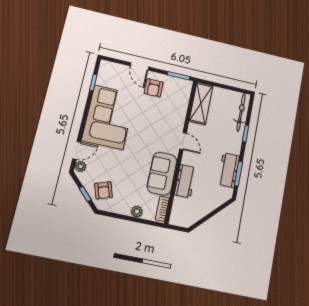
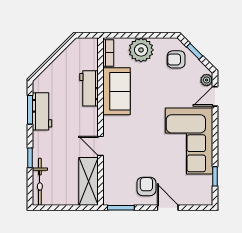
door: (183, 141) -> (101, 146), moved
armchair: (103, 190) -> (176, 59), turned -71
plant: (137, 212) -> (141, 50), width x1.88, depth x1.88

